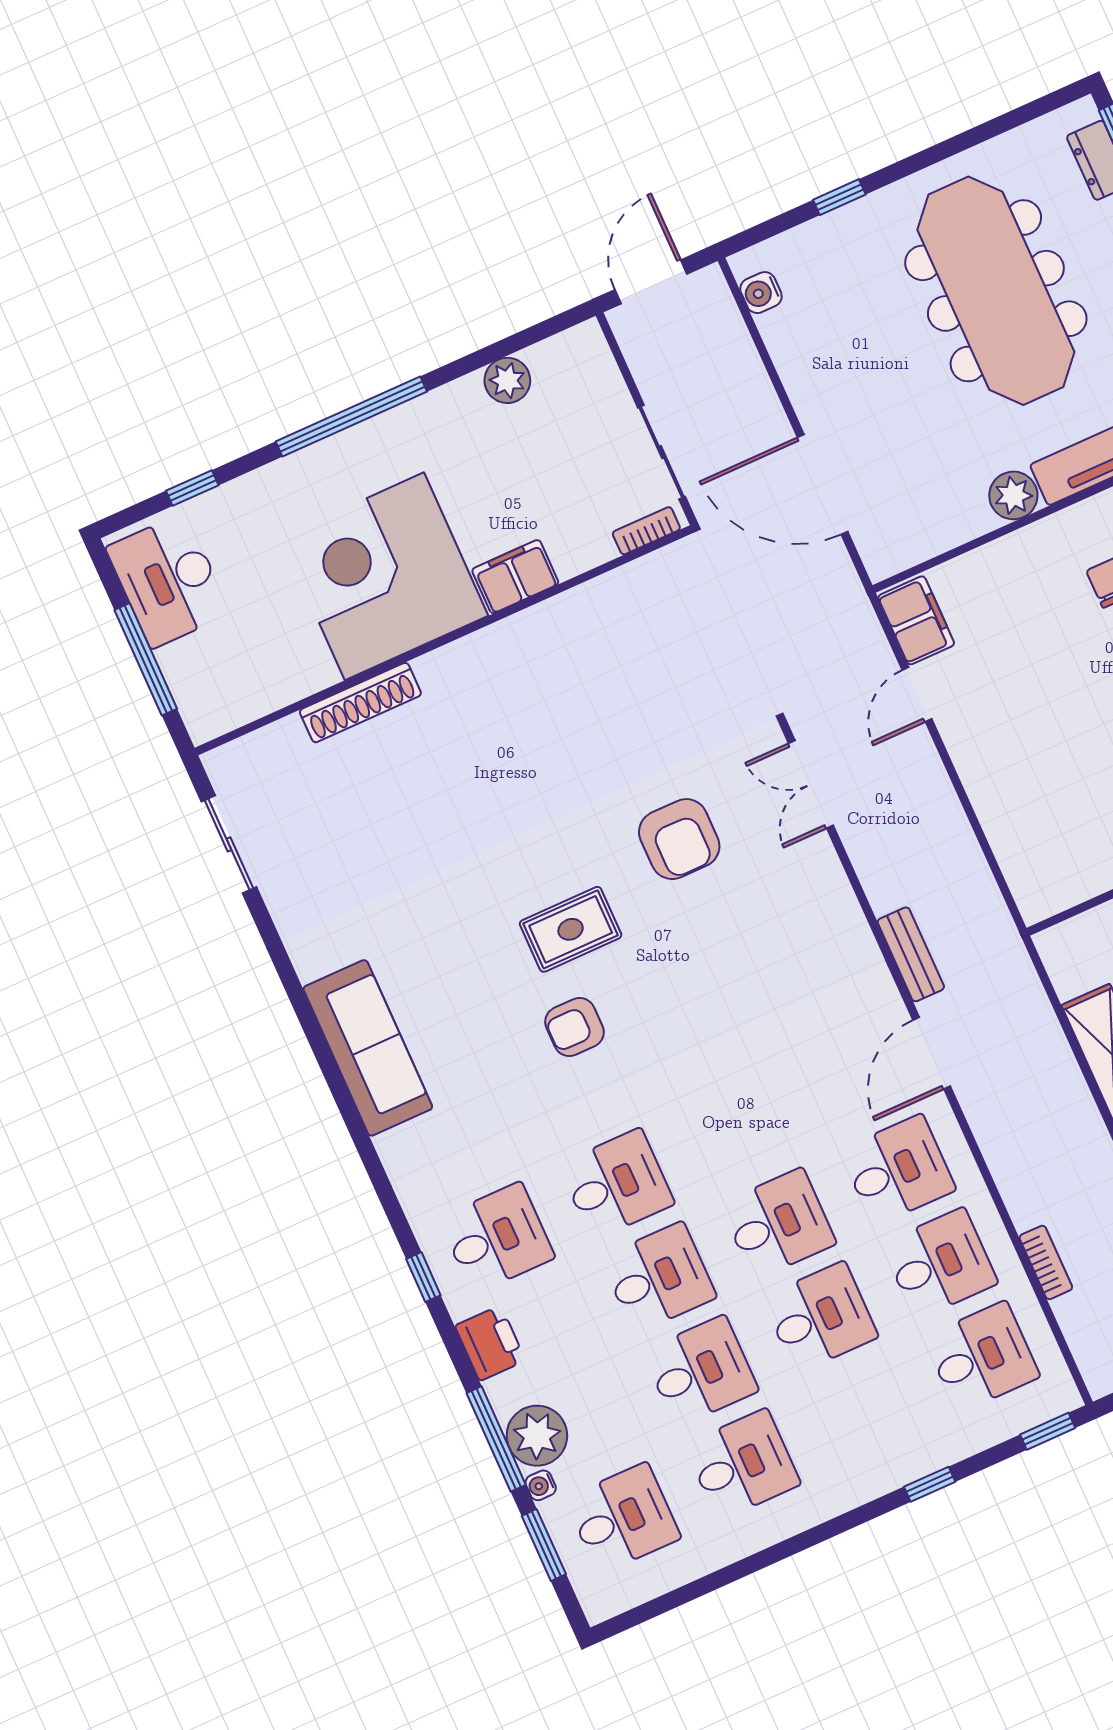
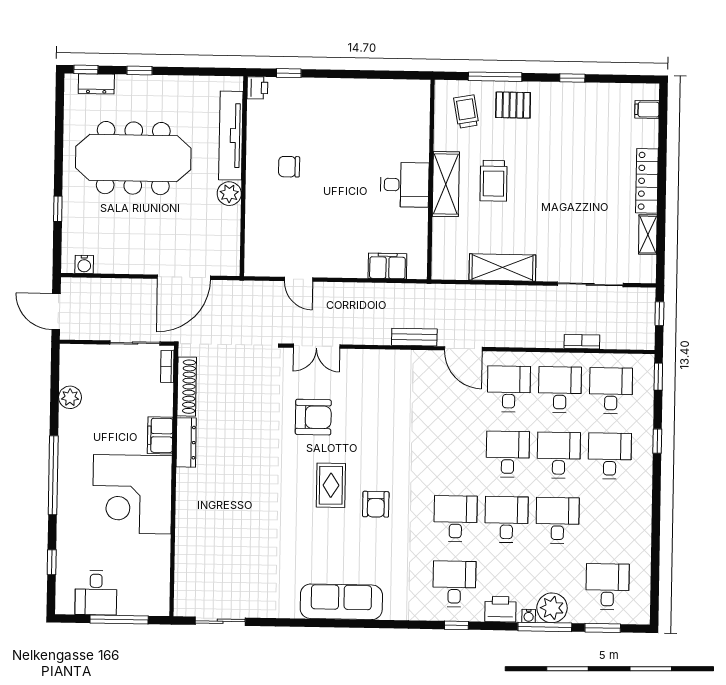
desk: (168, 581) -> (96, 593), width x0.73
filing cabinet: (916, 620) -> (387, 266), moved
dresser: (525, 630) -> (186, 442), added
shoe rack: (360, 703) -> (187, 387), moved
desk: (742, 1464) -> (610, 456), moved
water cooler: (541, 1485) -> (529, 616), moved

